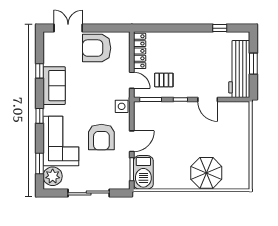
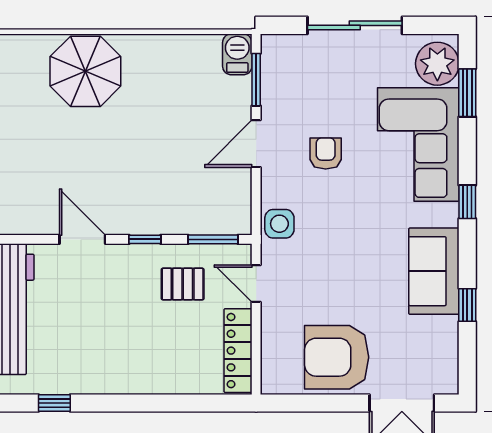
armchair: (97, 48) -> (337, 357), turned 180
armchair: (101, 137) -> (326, 153), width x0.53, depth x0.53
barbecue: (143, 172) -> (237, 54), width x0.53, depth x0.65

